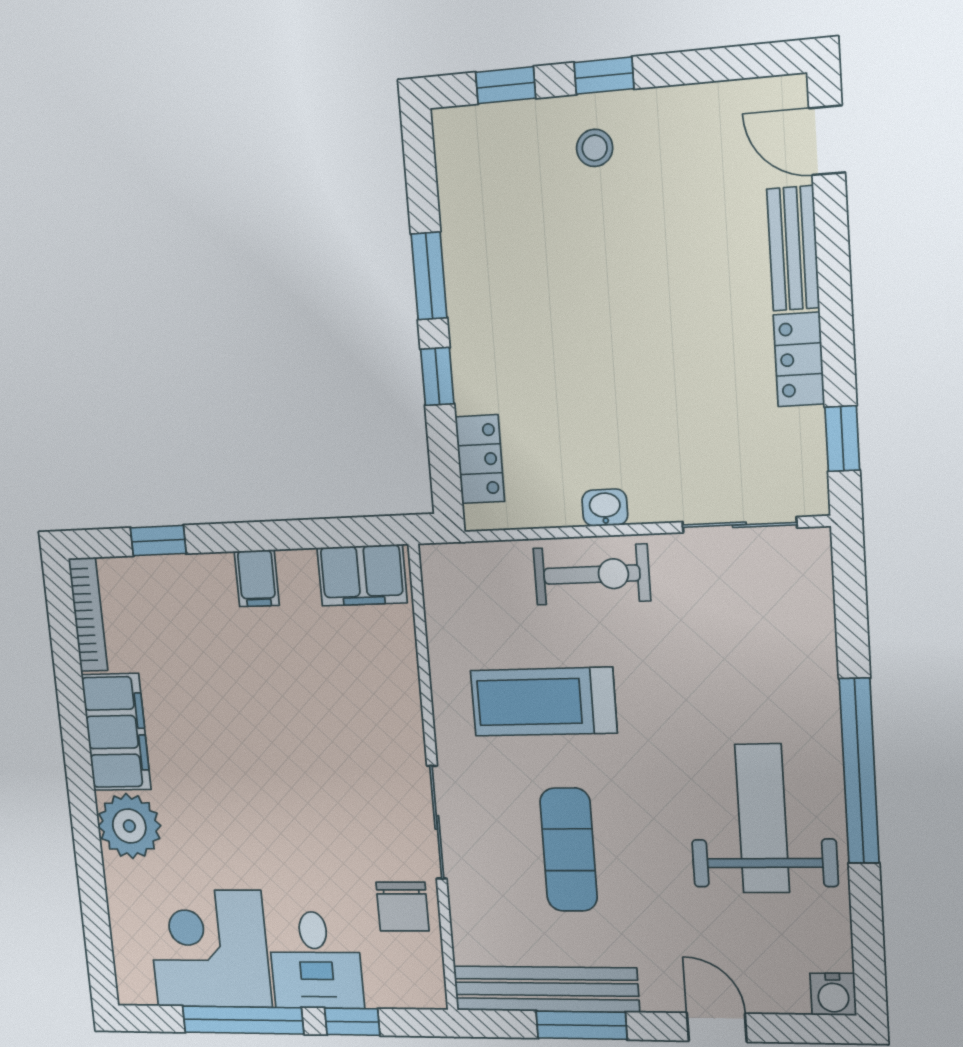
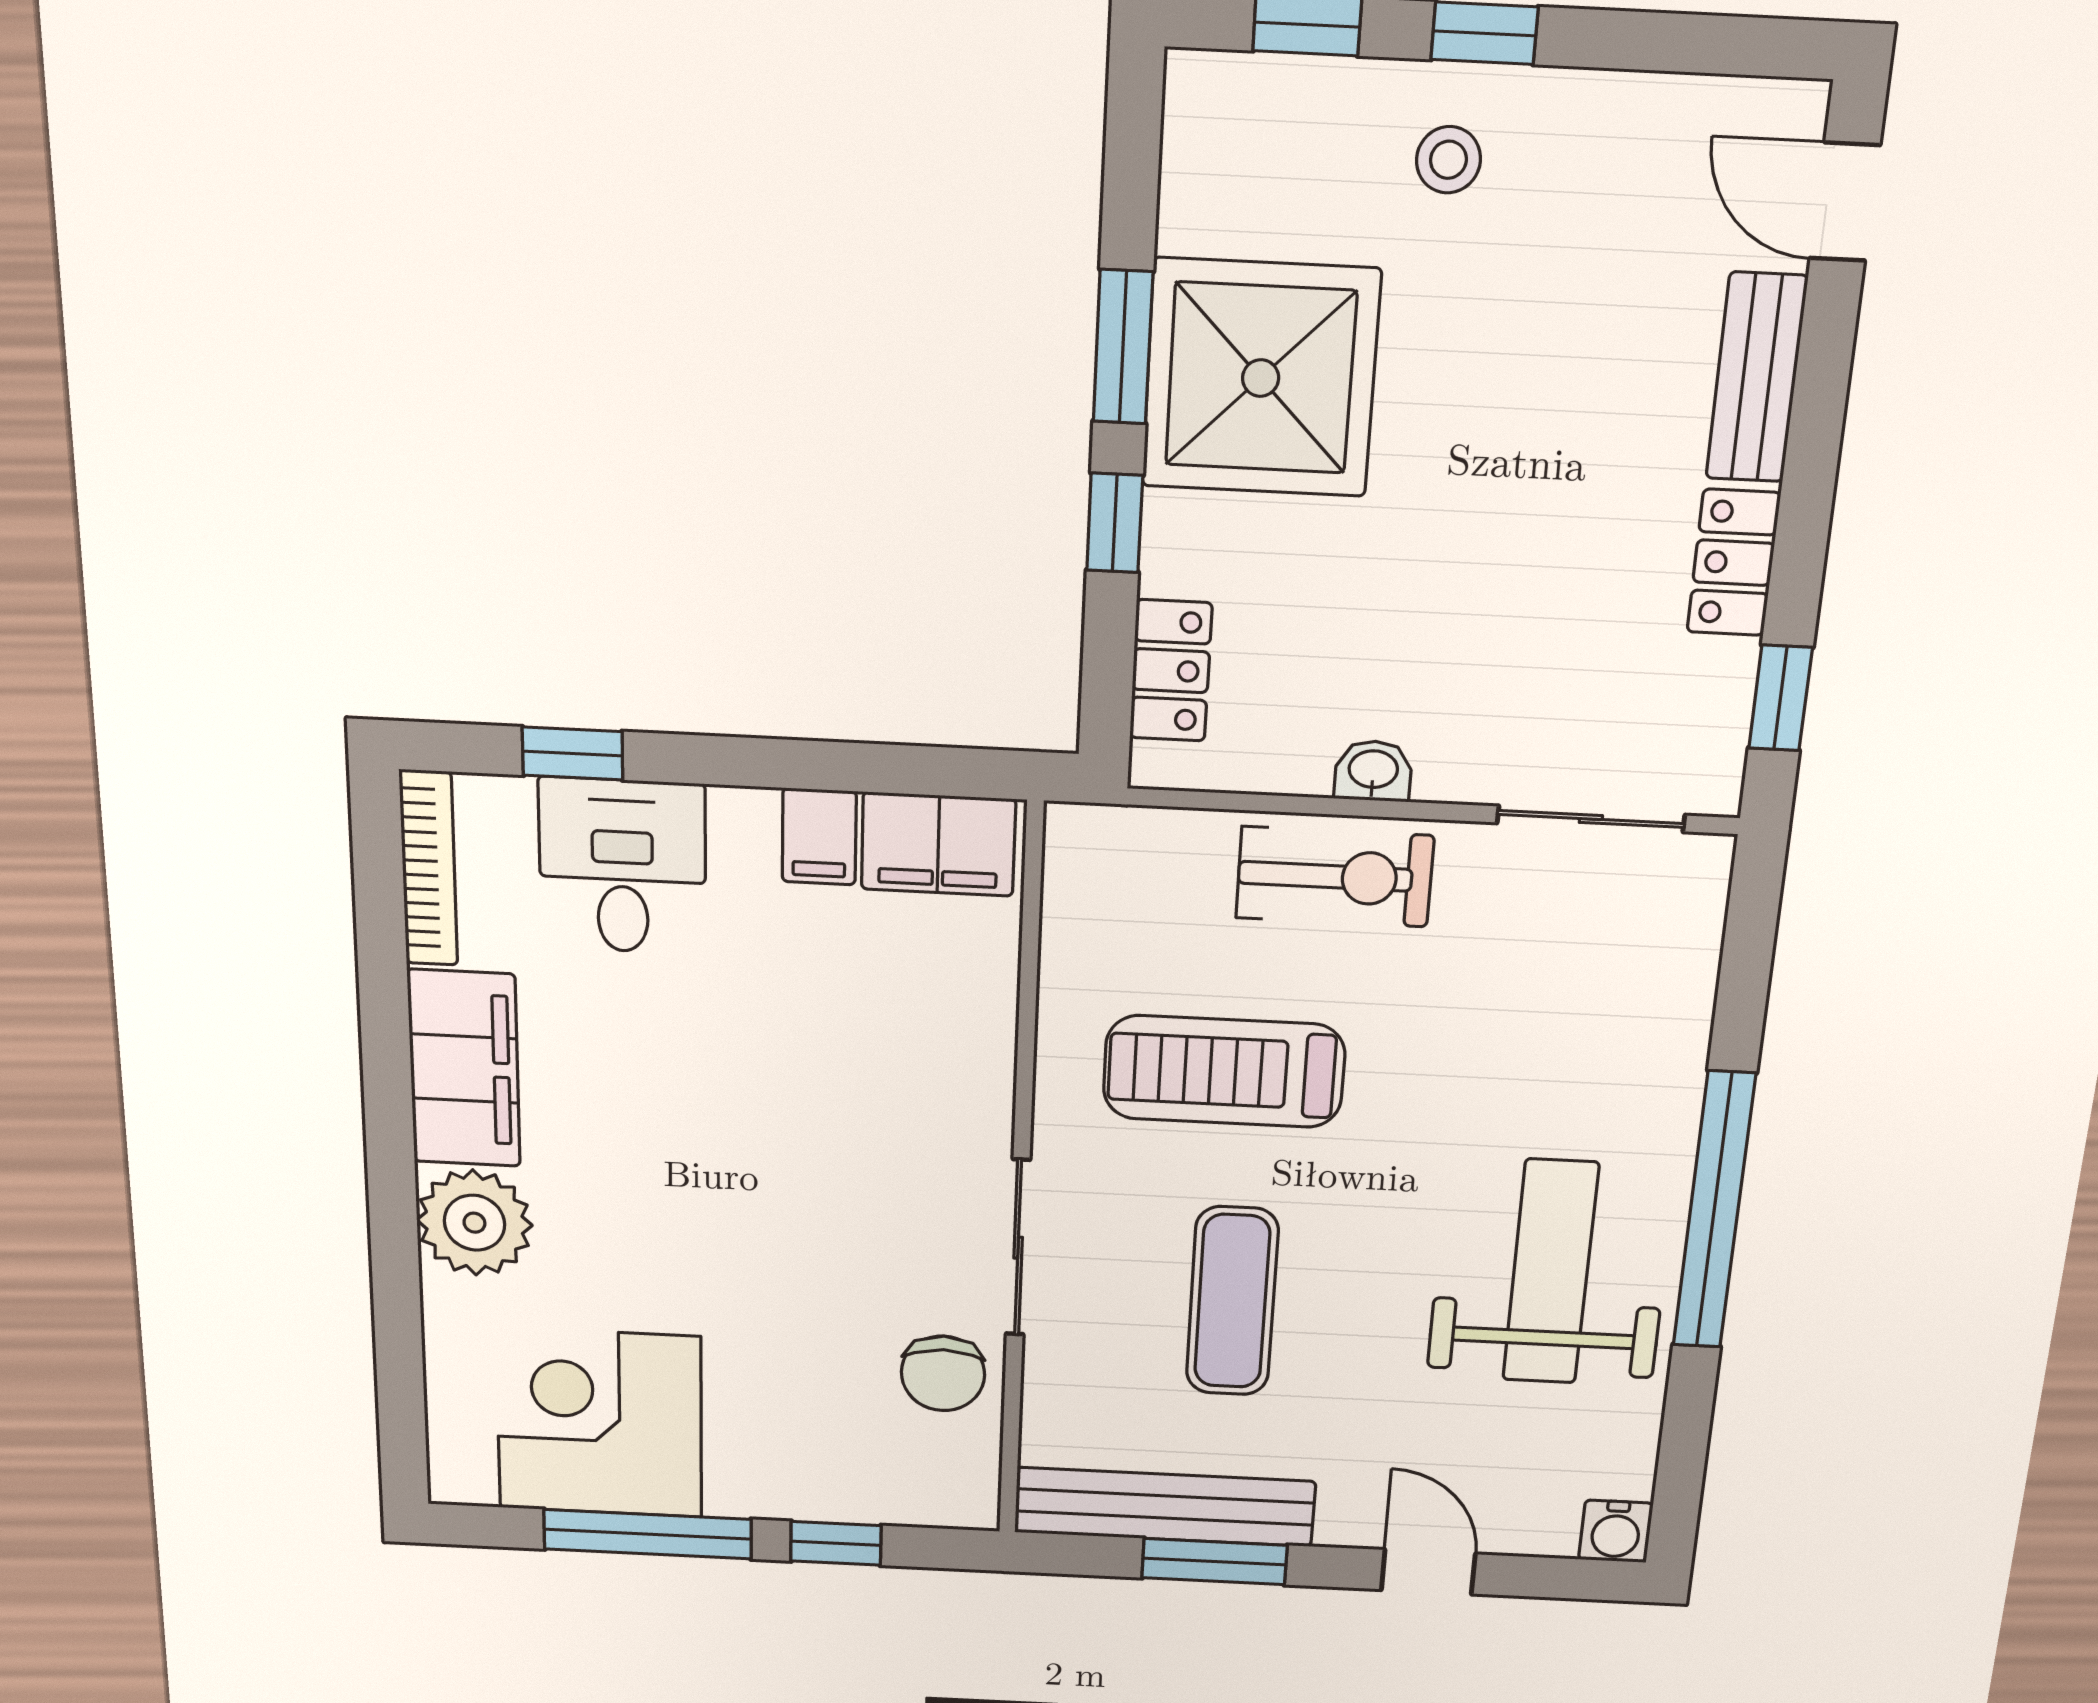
shower: (507, 284) -> (1261, 378), added
filing cabinet: (257, 578) -> (819, 837), moved
desk: (316, 960) -> (622, 866), moved, turned 180

